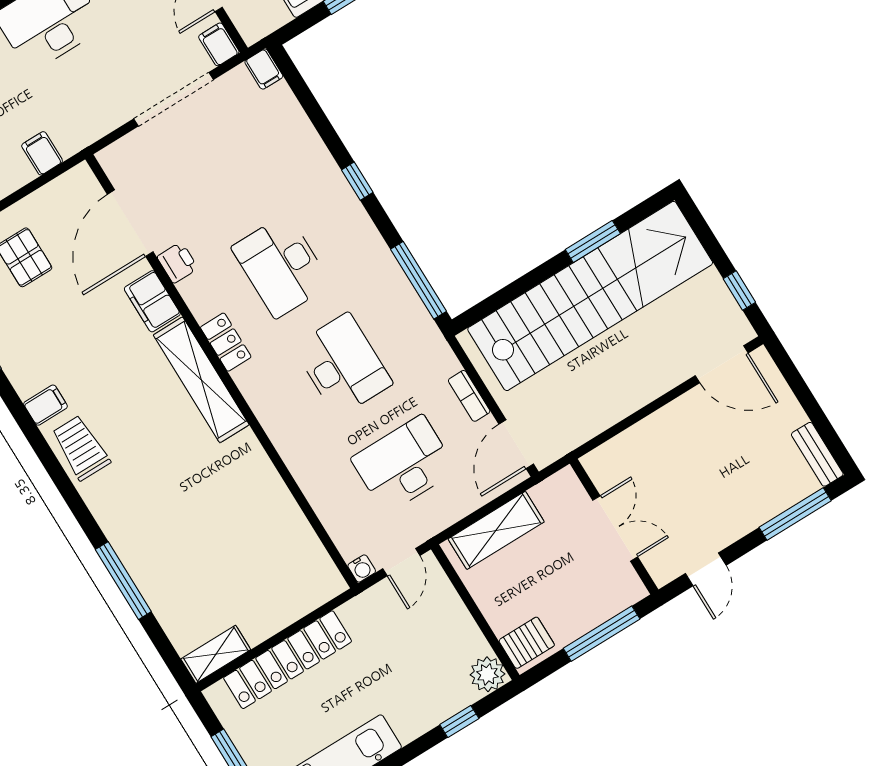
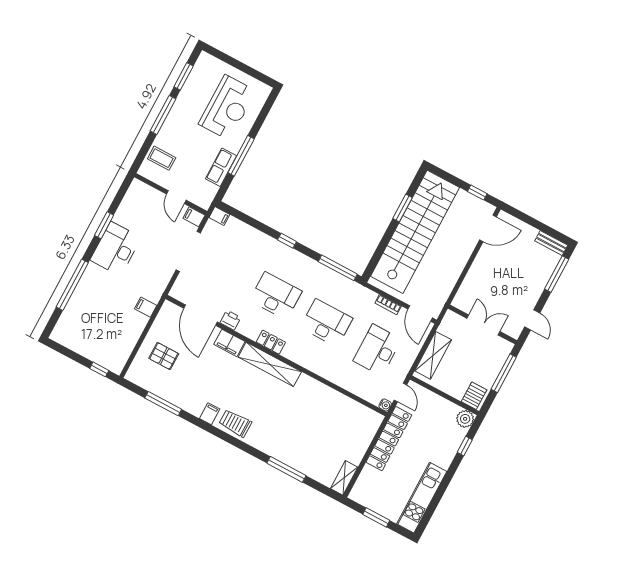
desk: (281, 266) -> (276, 296), turned 180
locker: (288, 660) -> (389, 439), moved

